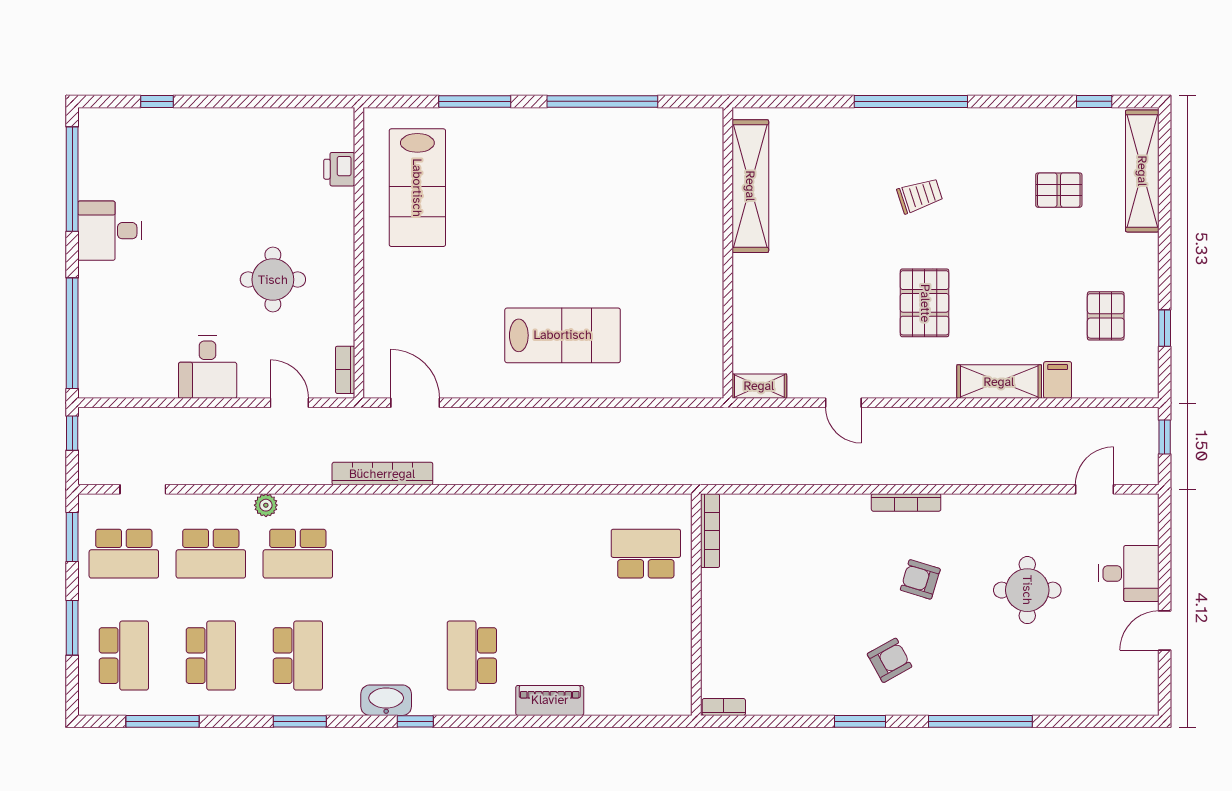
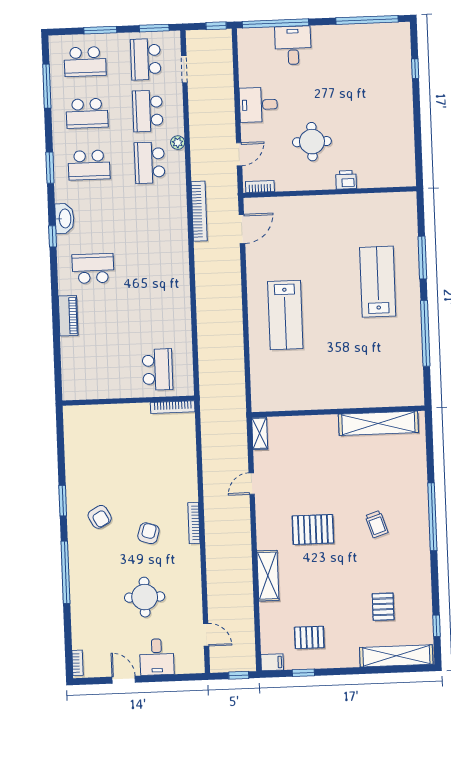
printer: (339, 169) -> (346, 180), moved
lab bench: (417, 188) -> (378, 282), moved, turned 90
desk: (110, 231) -> (293, 45), moved
filing cabinet: (1058, 380) -> (272, 662), moved
bookcase: (724, 707) -> (78, 663), moved

